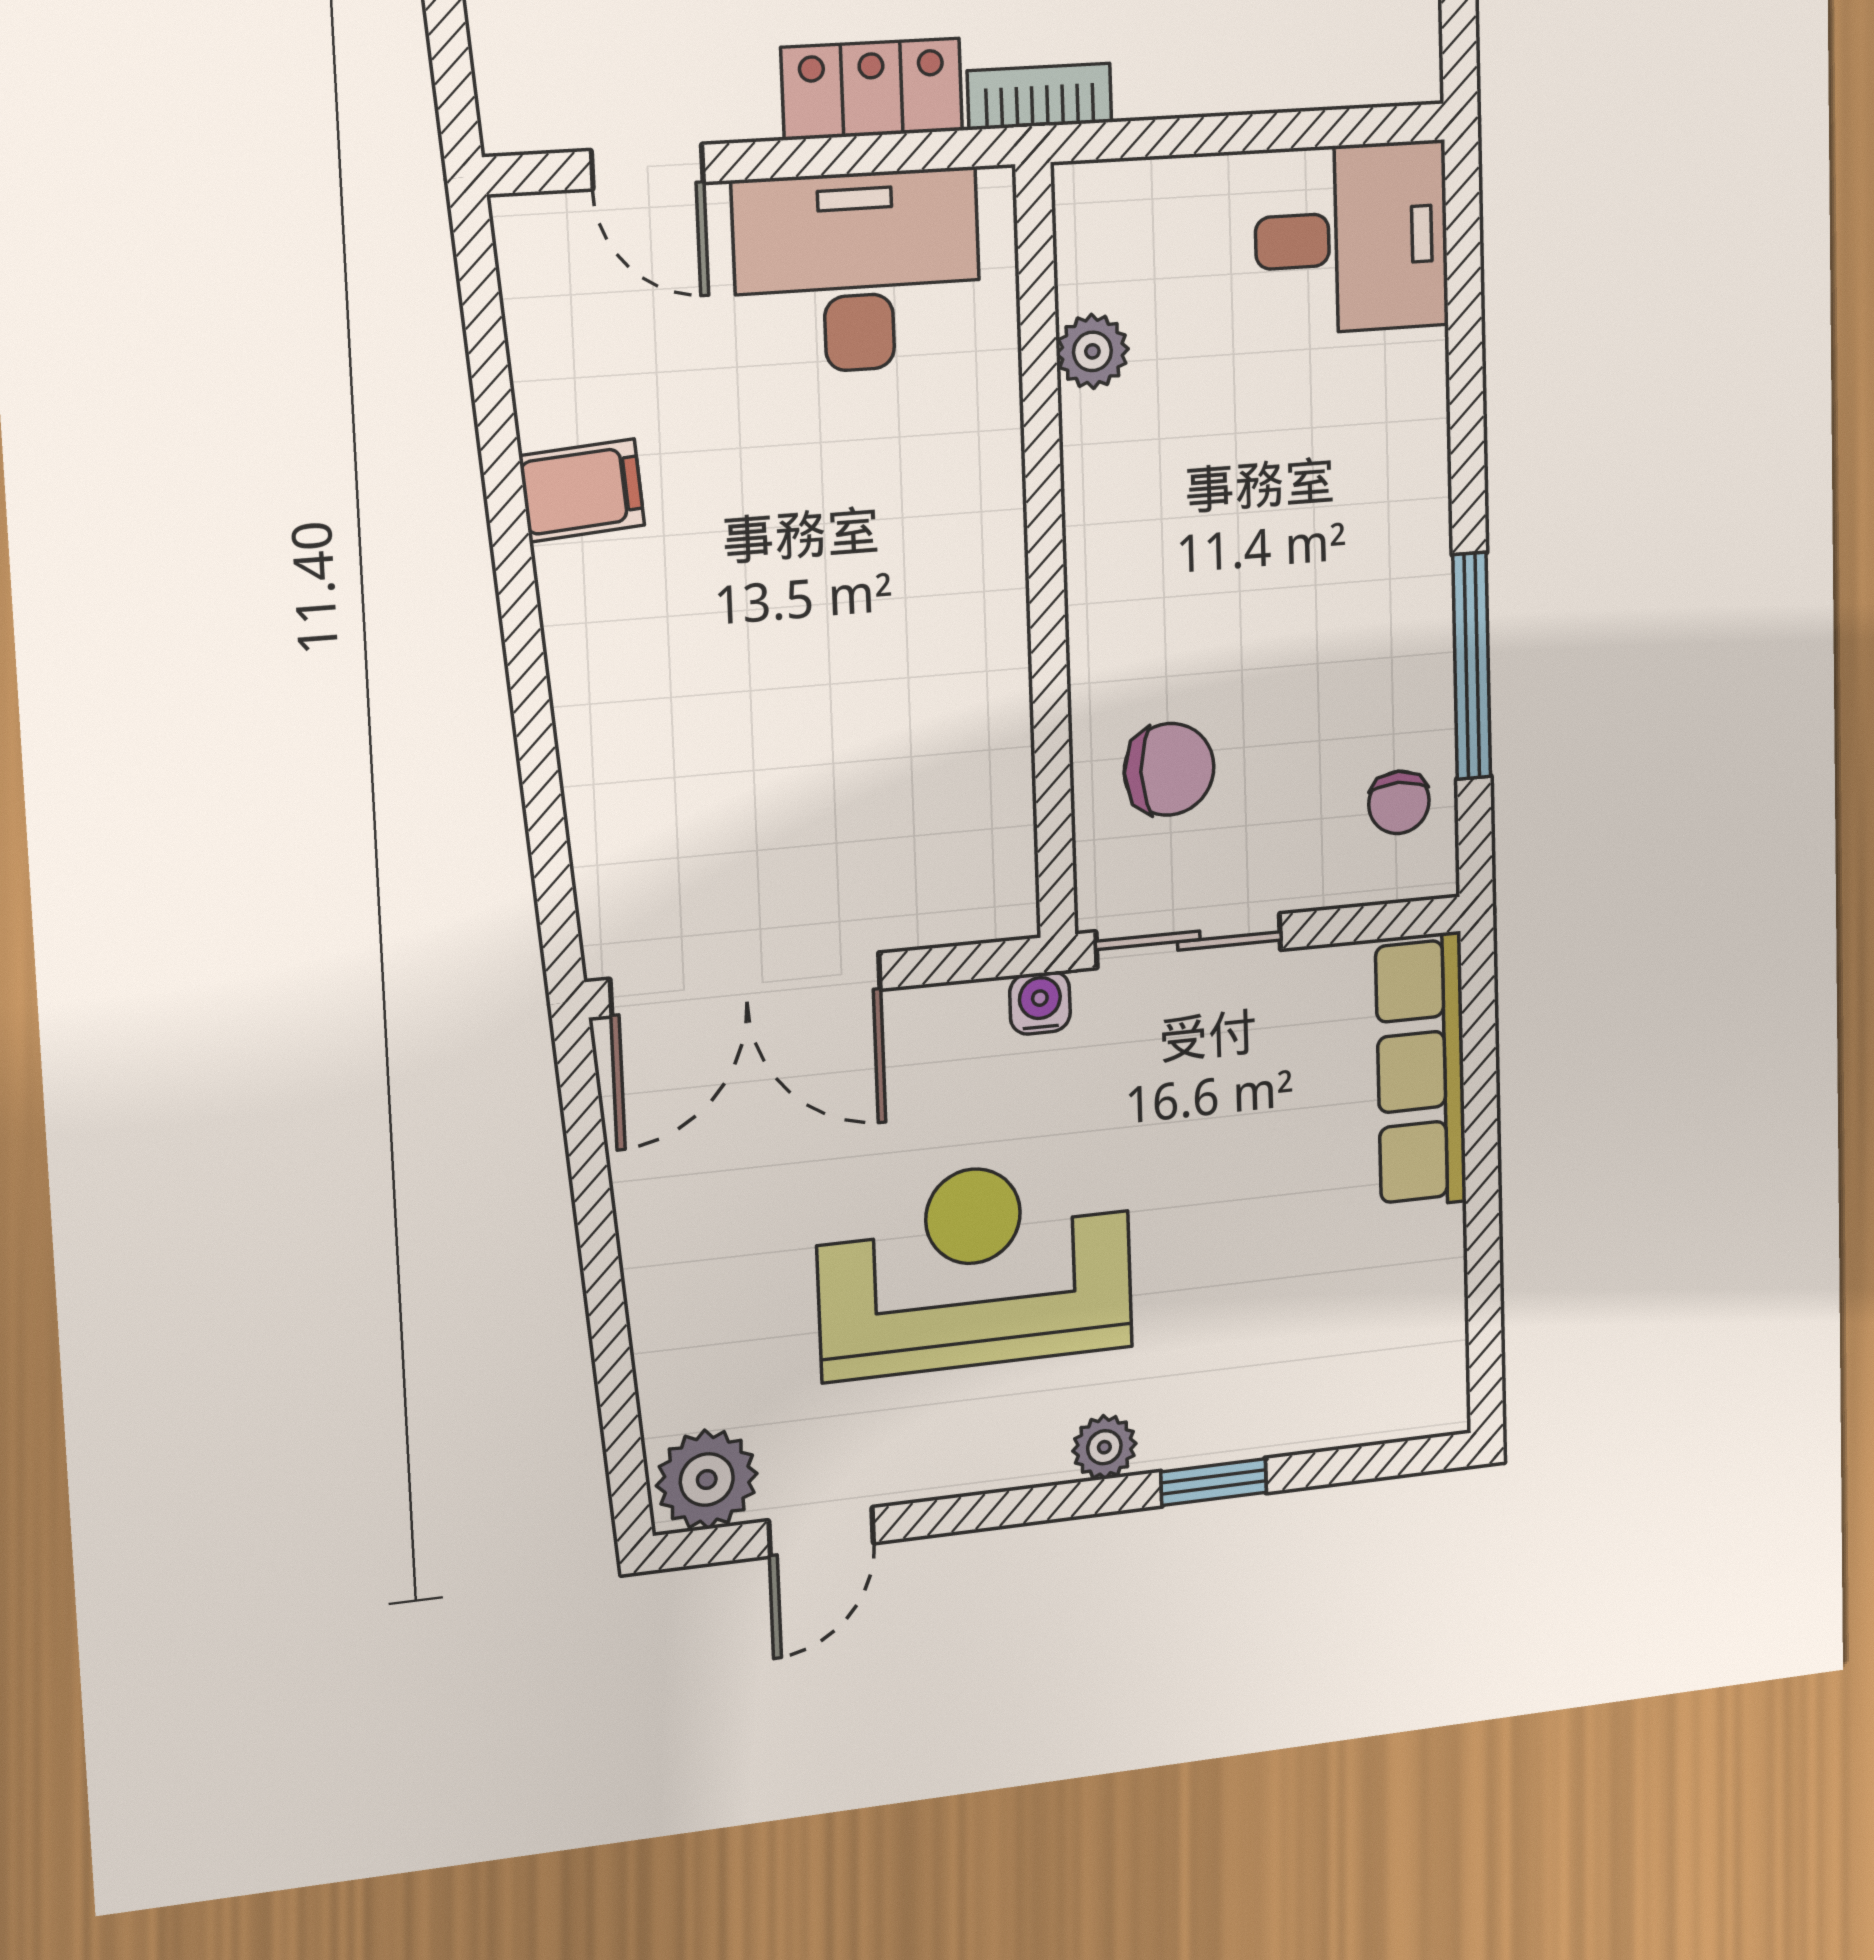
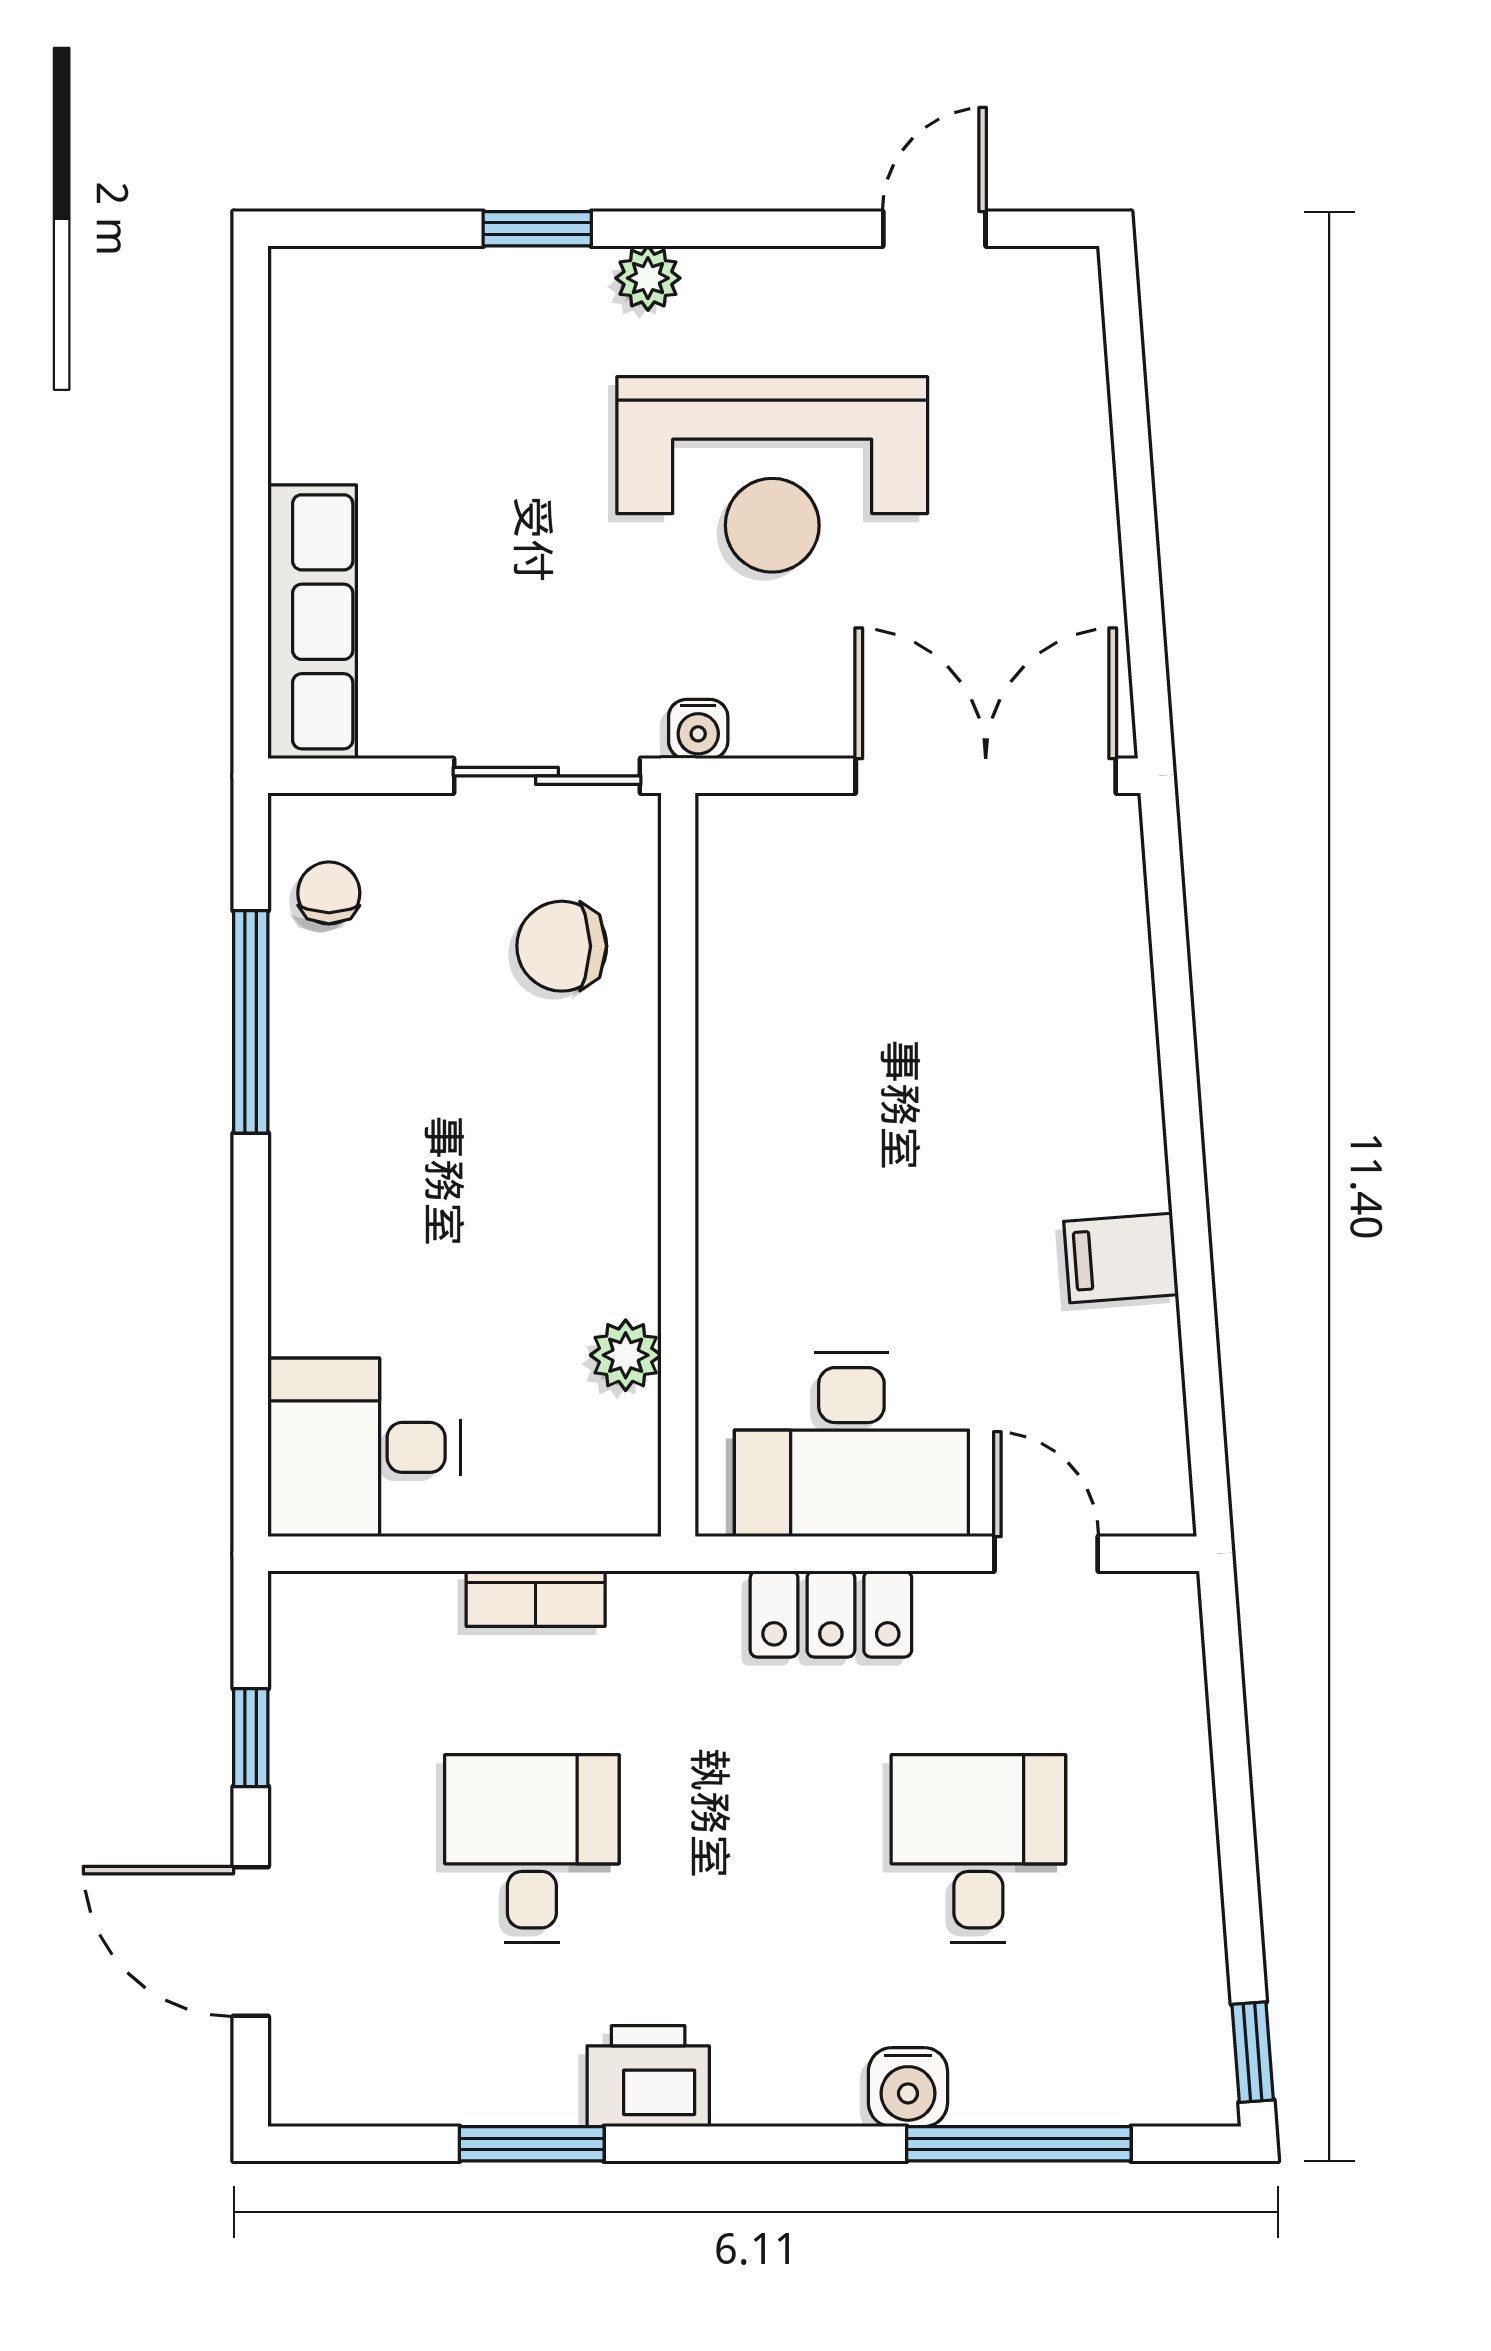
bookcase: (1040, 97) -> (536, 1599), moved
plant: (707, 1480) -> (1044, 295), removed

